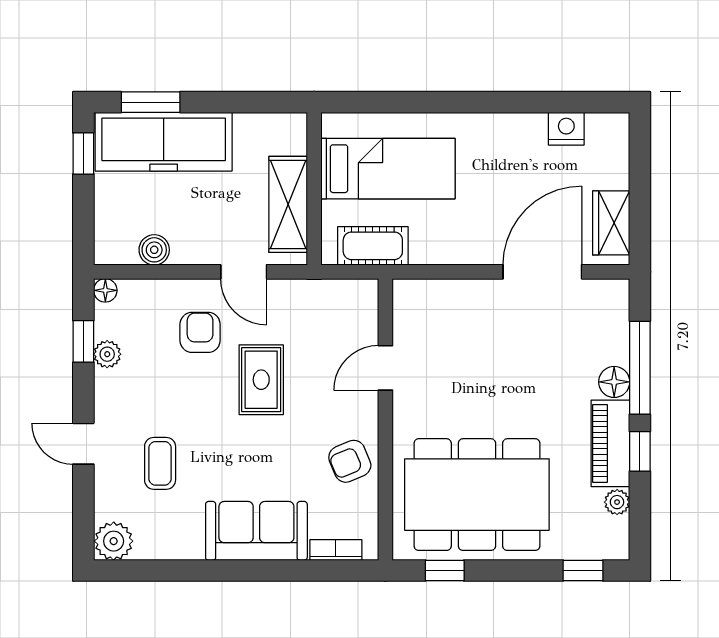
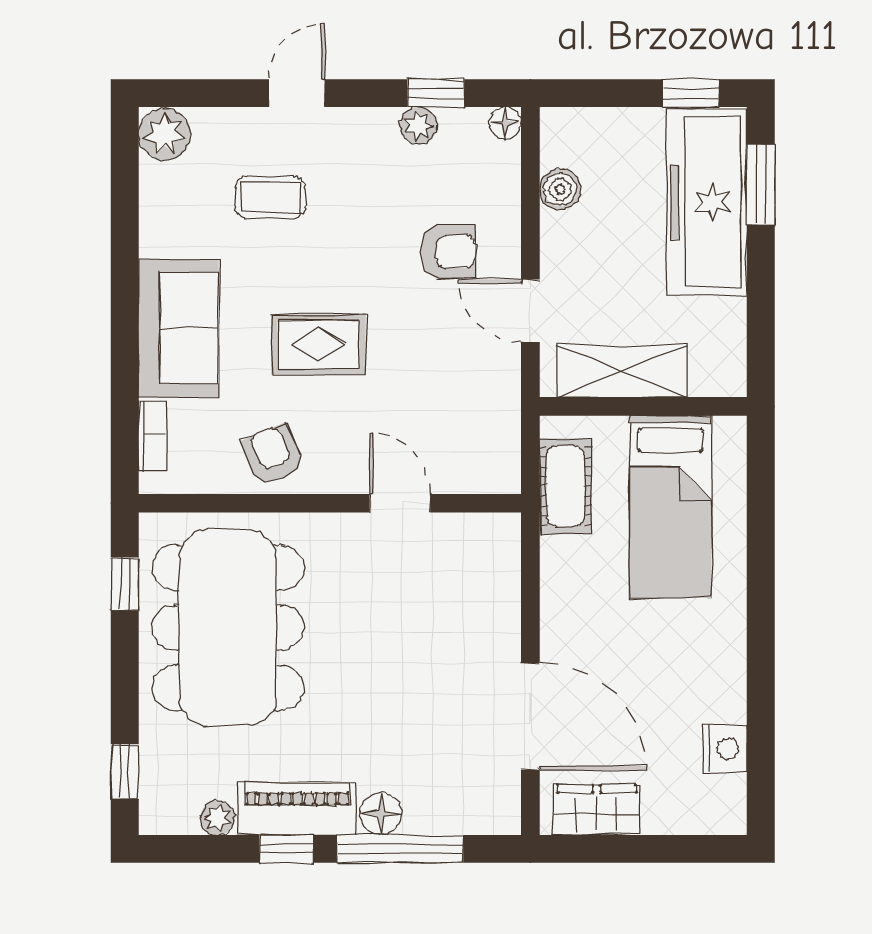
door: (244, 272) -> (530, 311), hinge flipped
rug: (261, 380) -> (318, 345), moved

